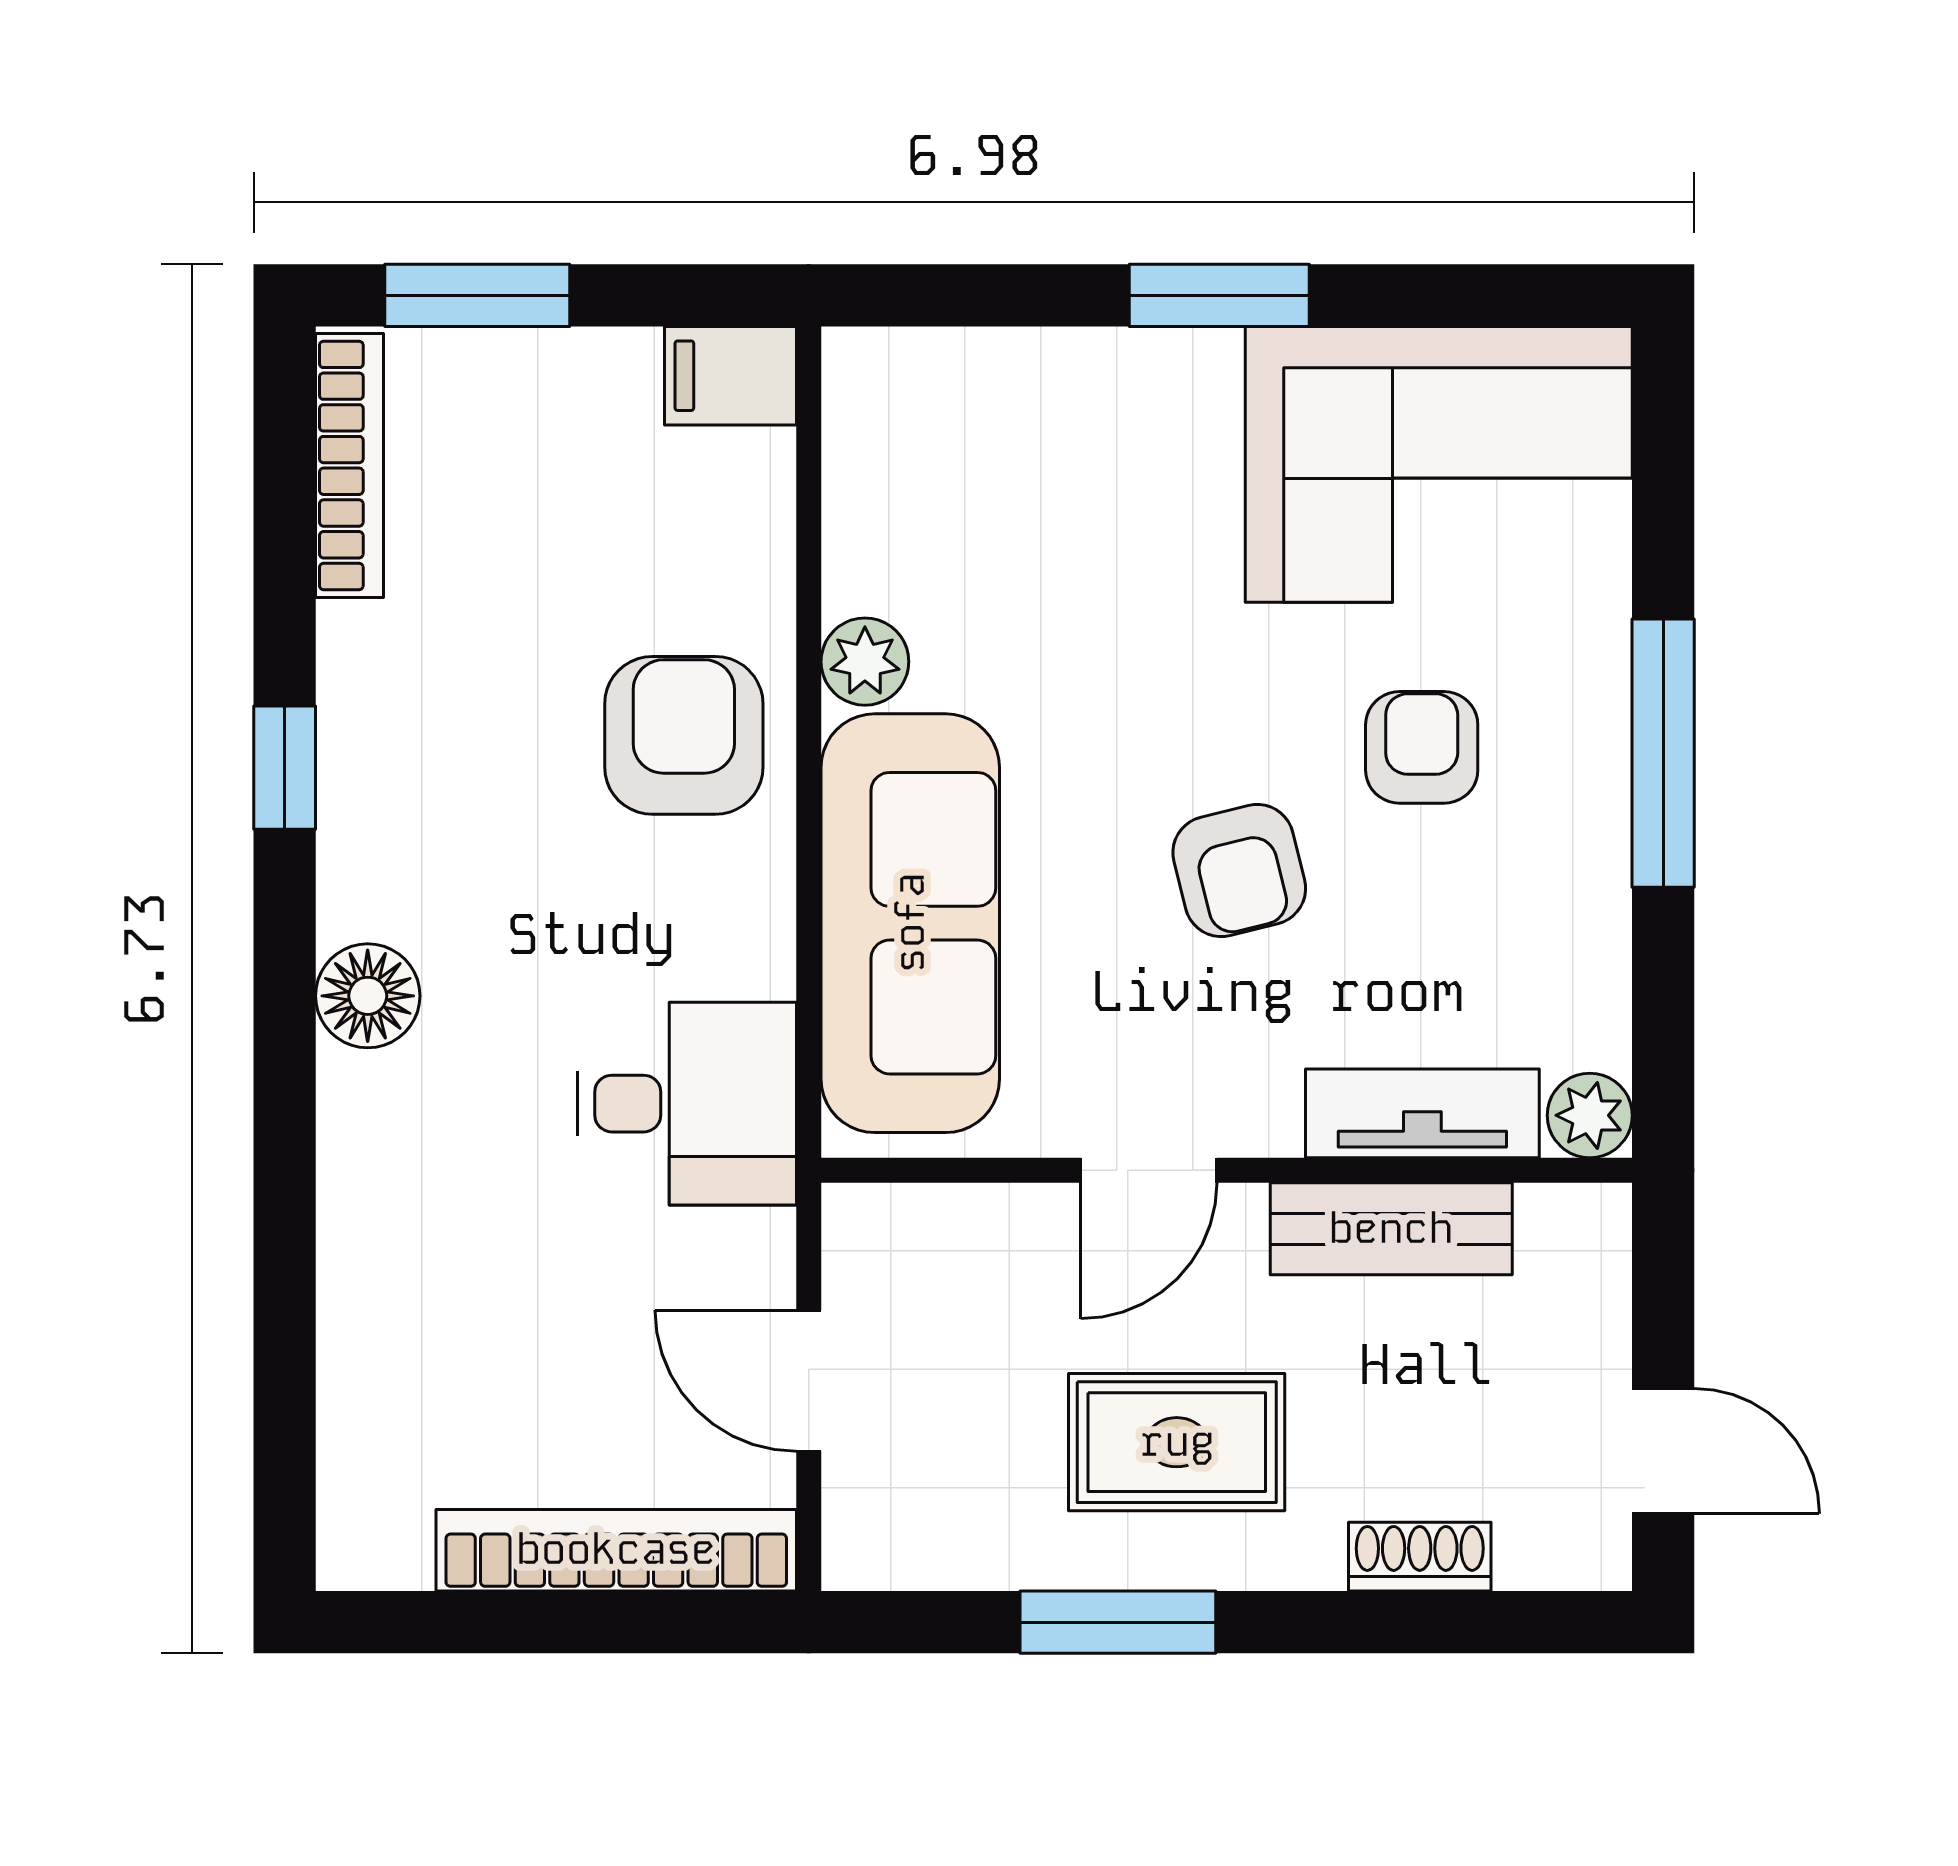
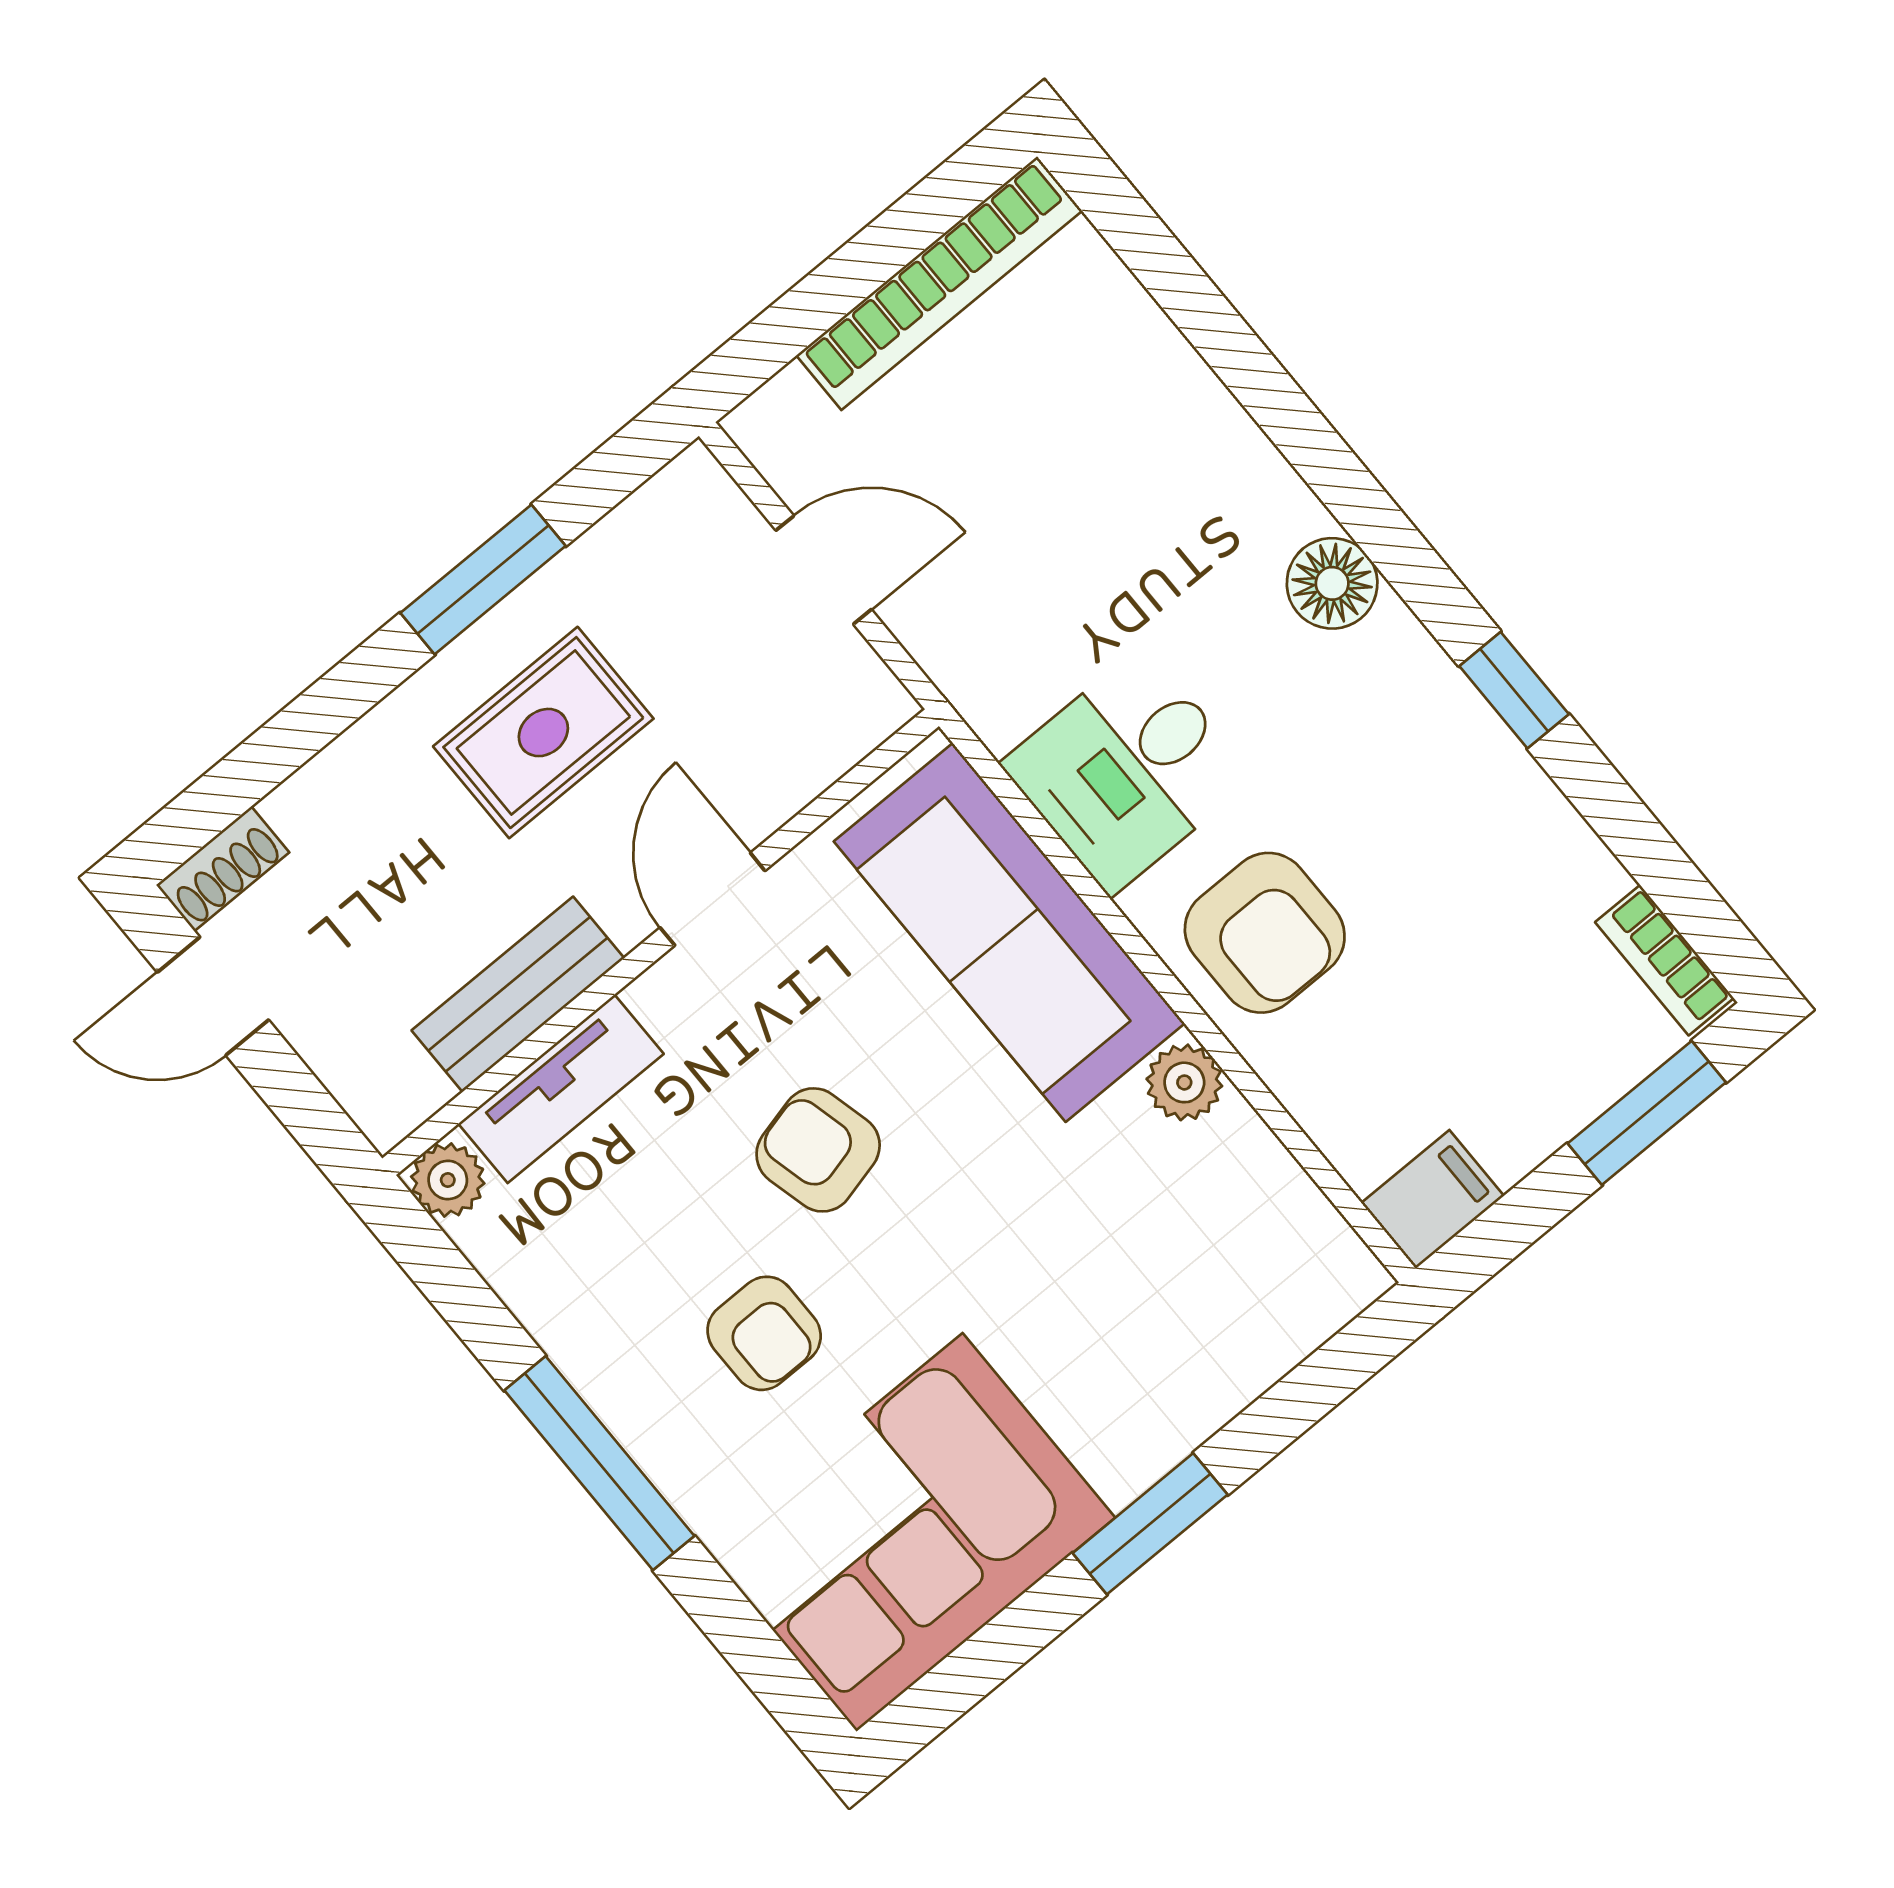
bookcase: (349, 465) -> (1664, 960), width x0.64
desk: (687, 1104) -> (1127, 771), moved
bookcase: (616, 1550) -> (939, 283), moved
shoe rack: (1420, 1557) -> (223, 869), moved

